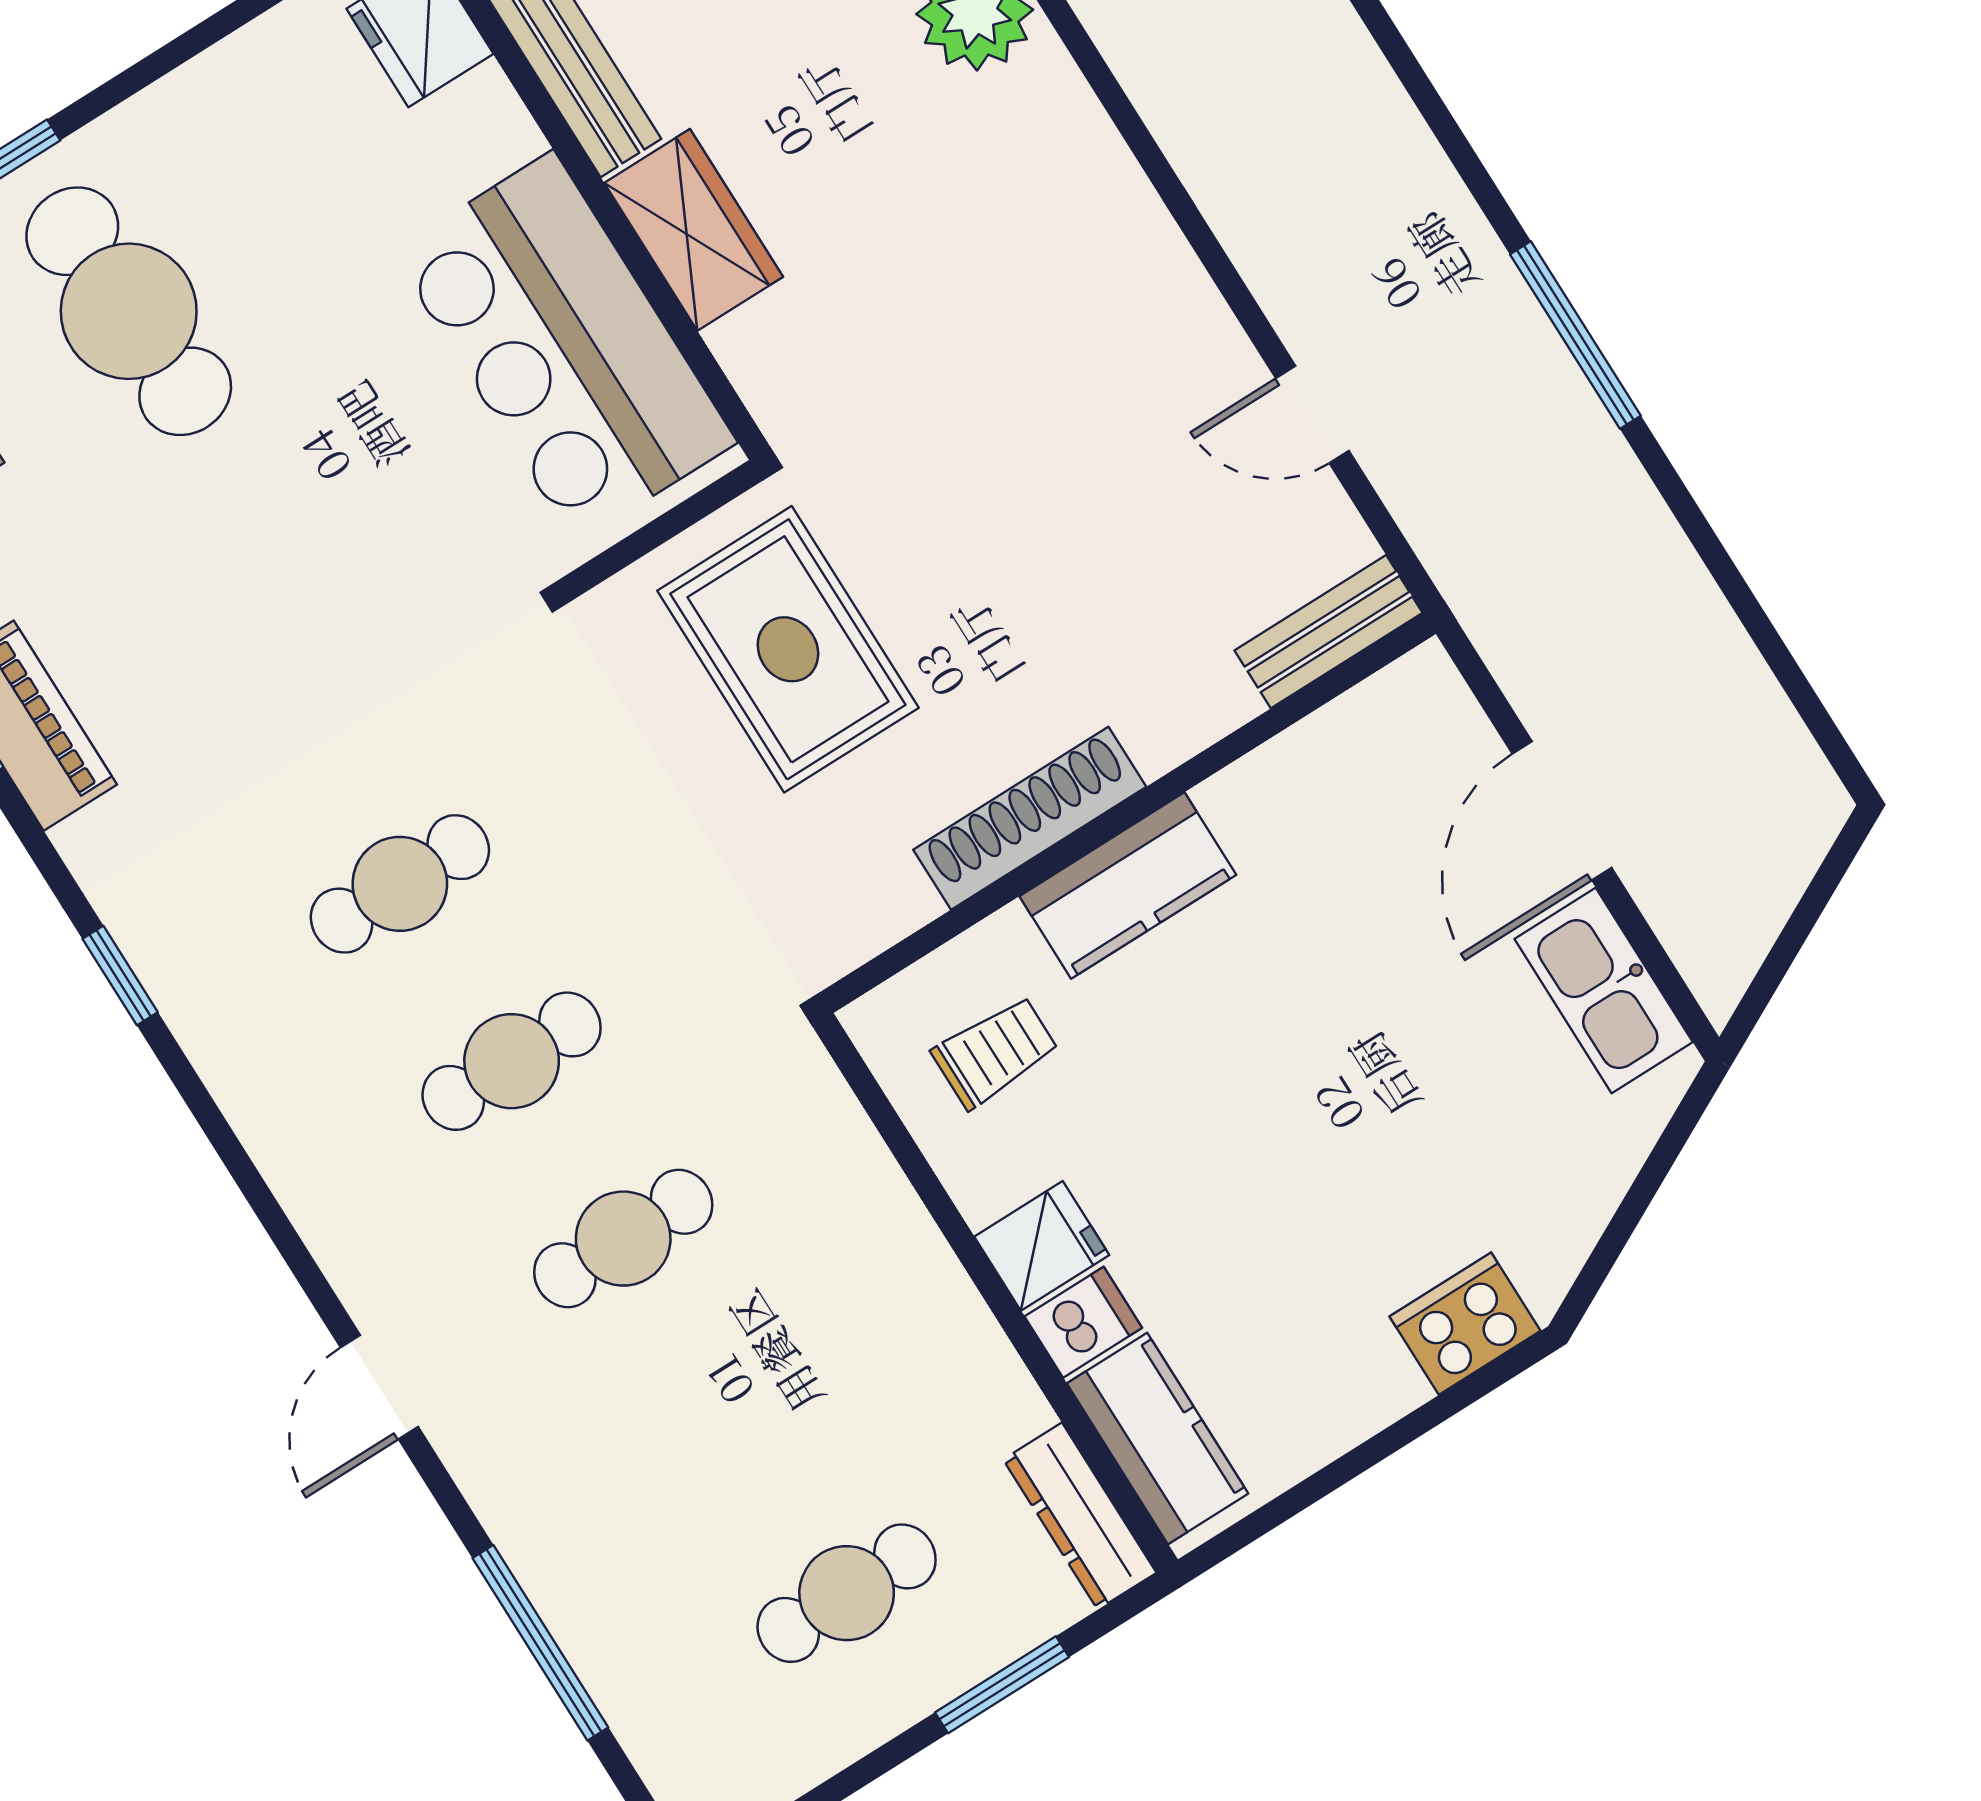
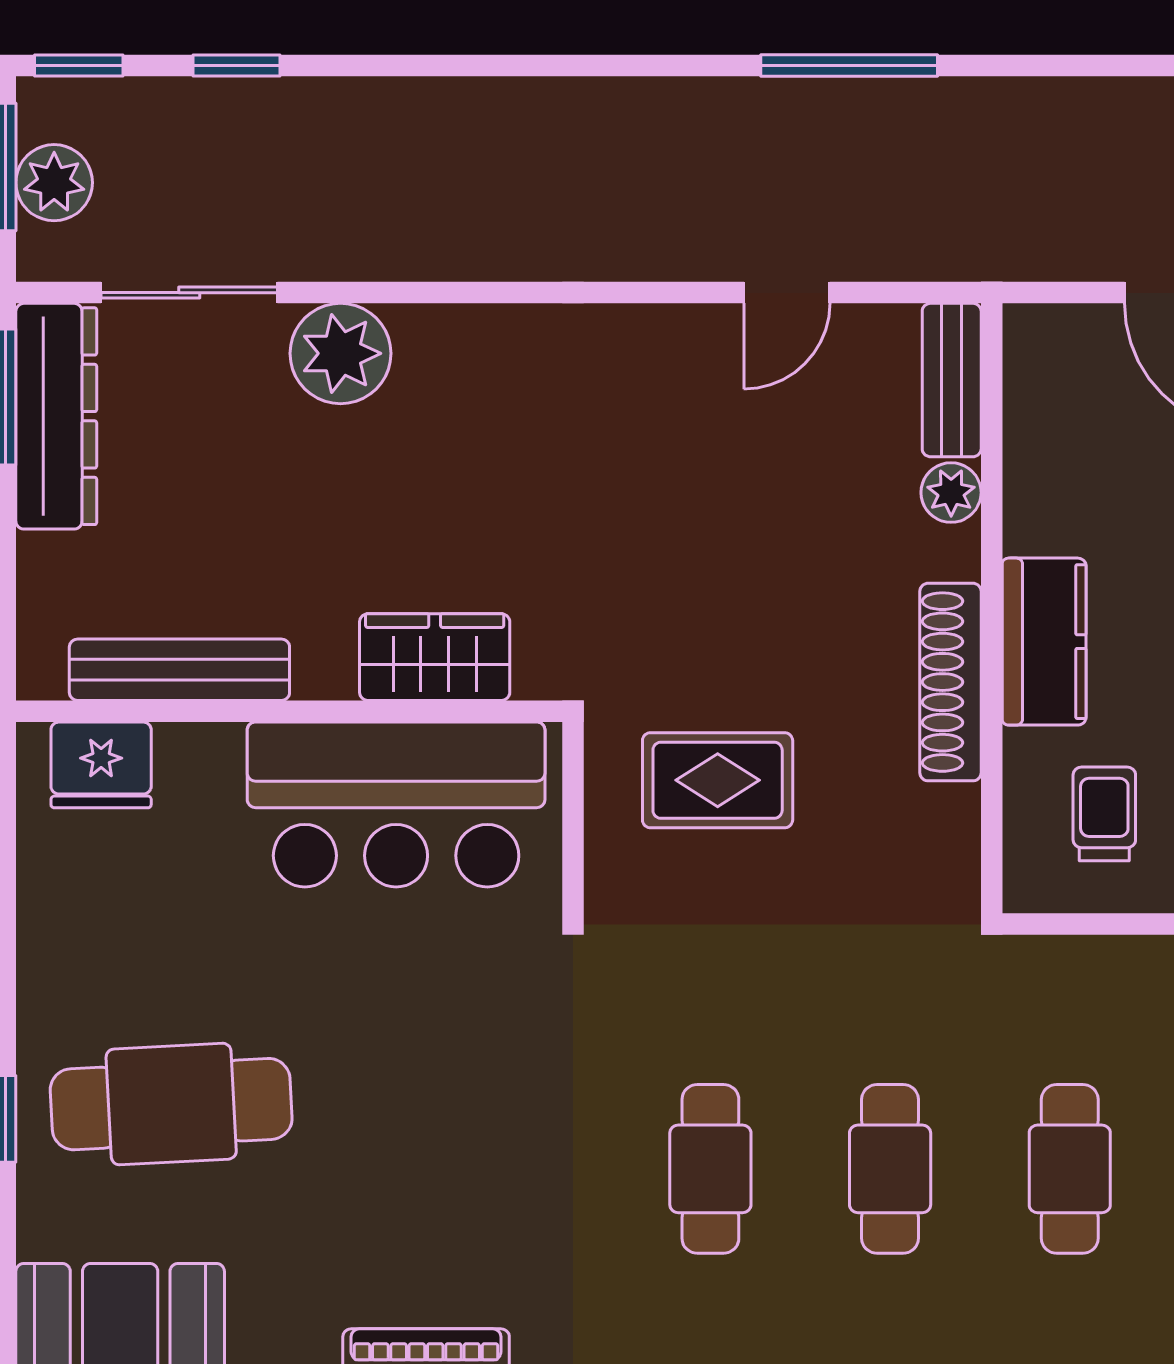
wardrobe: (694, 230) -> (435, 657), moved
rug: (788, 649) -> (718, 780), width x0.73, depth x0.70
plant: (1217, 701) -> (951, 493), added

